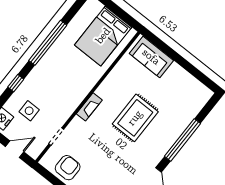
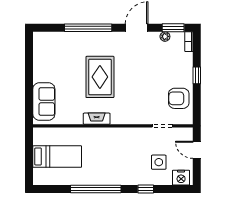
bed: (103, 36) -> (57, 157), width x0.67
fireplace: (89, 107) -> (97, 119), moved
rug: (135, 118) -> (100, 77), turned 90

